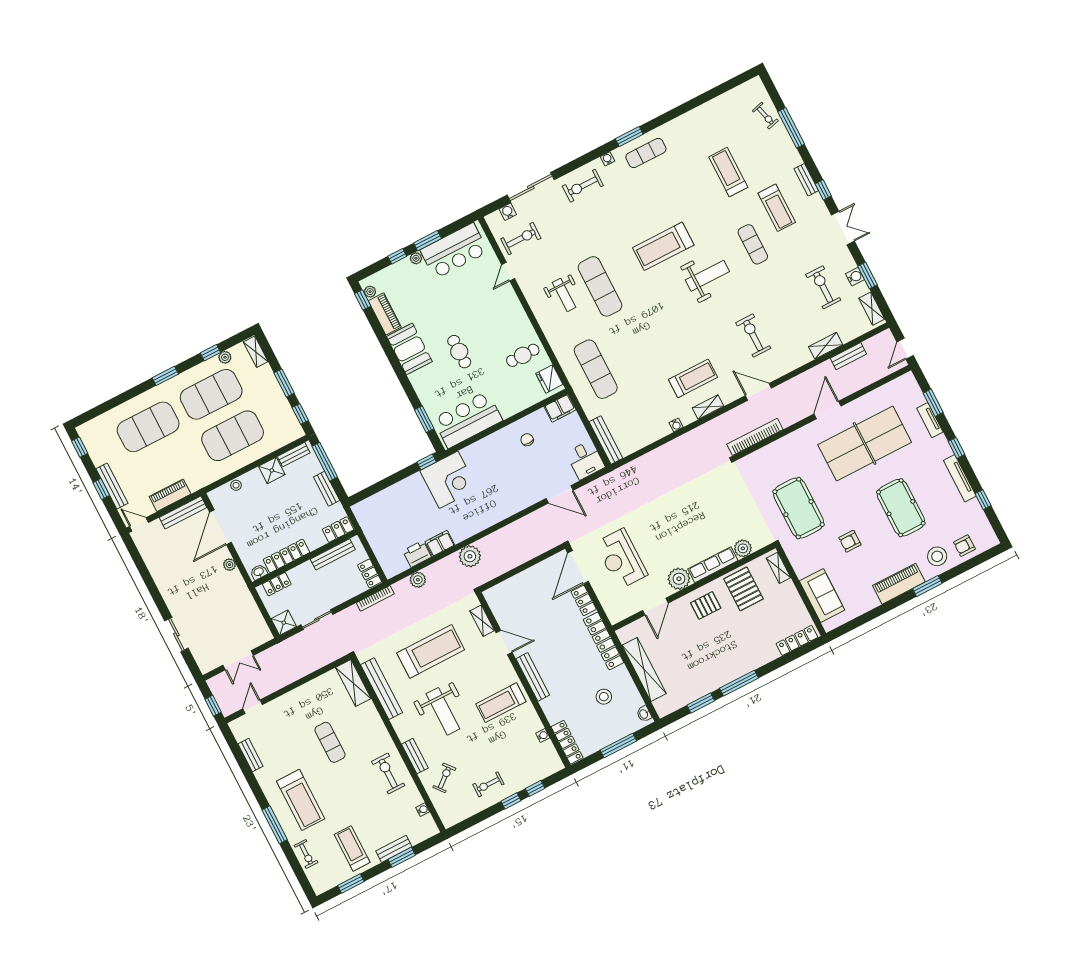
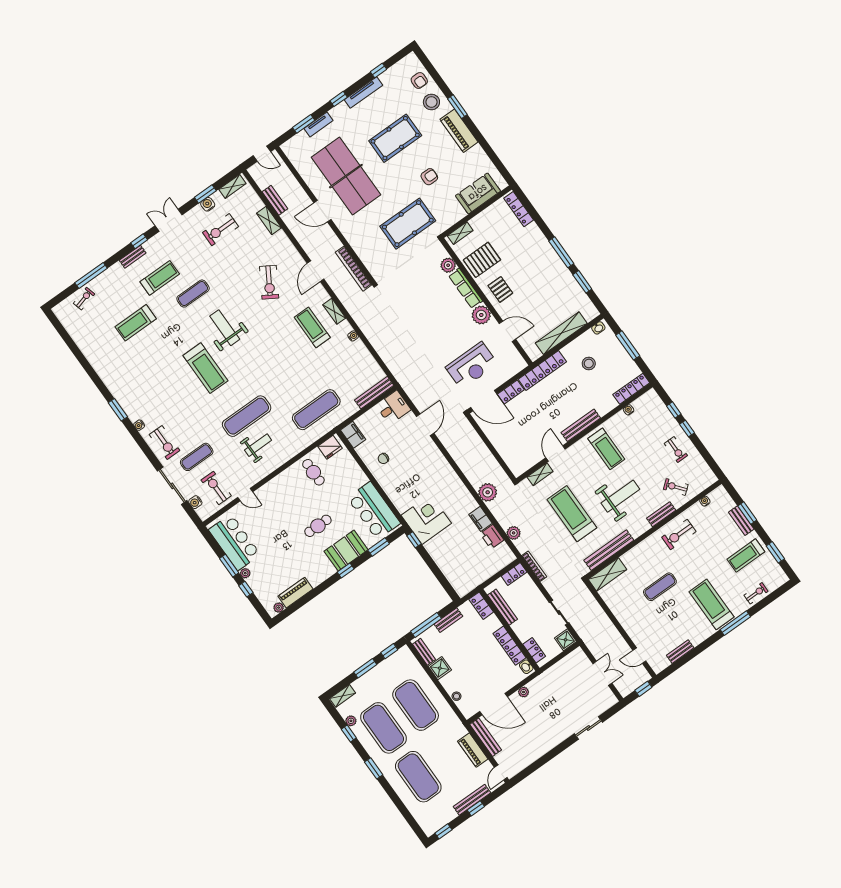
exercise mat: (646, 153) -> (197, 457), moved, turned 90
window: (363, 300) -> (346, 570), moved
exercise bike: (753, 335) -> (269, 282), turned -59
booth: (409, 349) -> (346, 550), moved
armchair: (850, 541) -> (429, 177), turned -90
treadmill: (301, 800) -> (712, 604), turned -90

